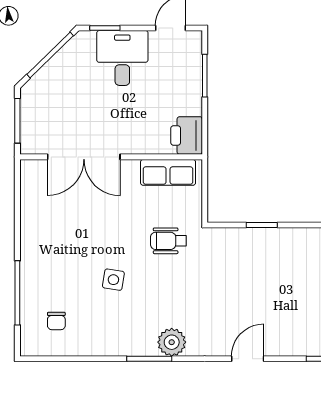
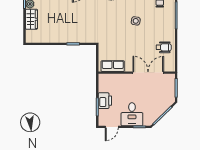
printer: (187, 135) -> (105, 101), moved
wheelchair: (168, 241) -> (164, 47), moved

